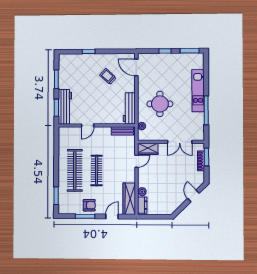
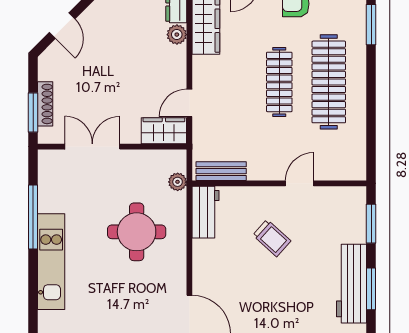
trolley: (108, 76) -> (272, 238), moved
workbench: (65, 107) -> (352, 284), moved
workbench: (129, 108) -> (206, 212), width x0.73

